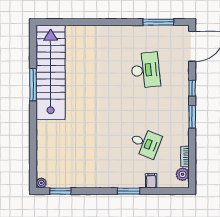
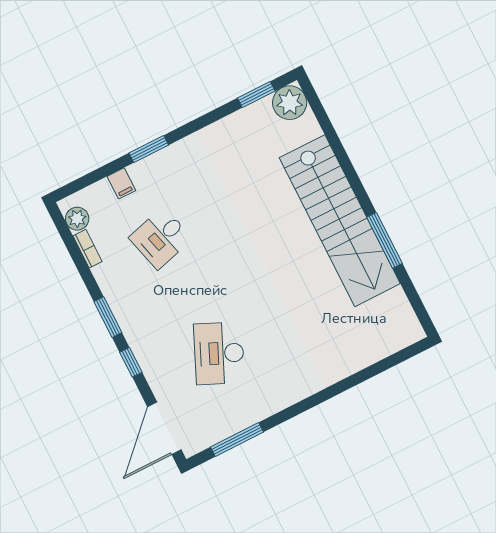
desk: (145, 70) -> (219, 353), turned 30
stairs: (51, 72) -> (340, 221), moved
desk: (145, 143) -> (161, 238), turned -36
plant: (41, 183) -> (290, 103), width x1.88, depth x1.88

